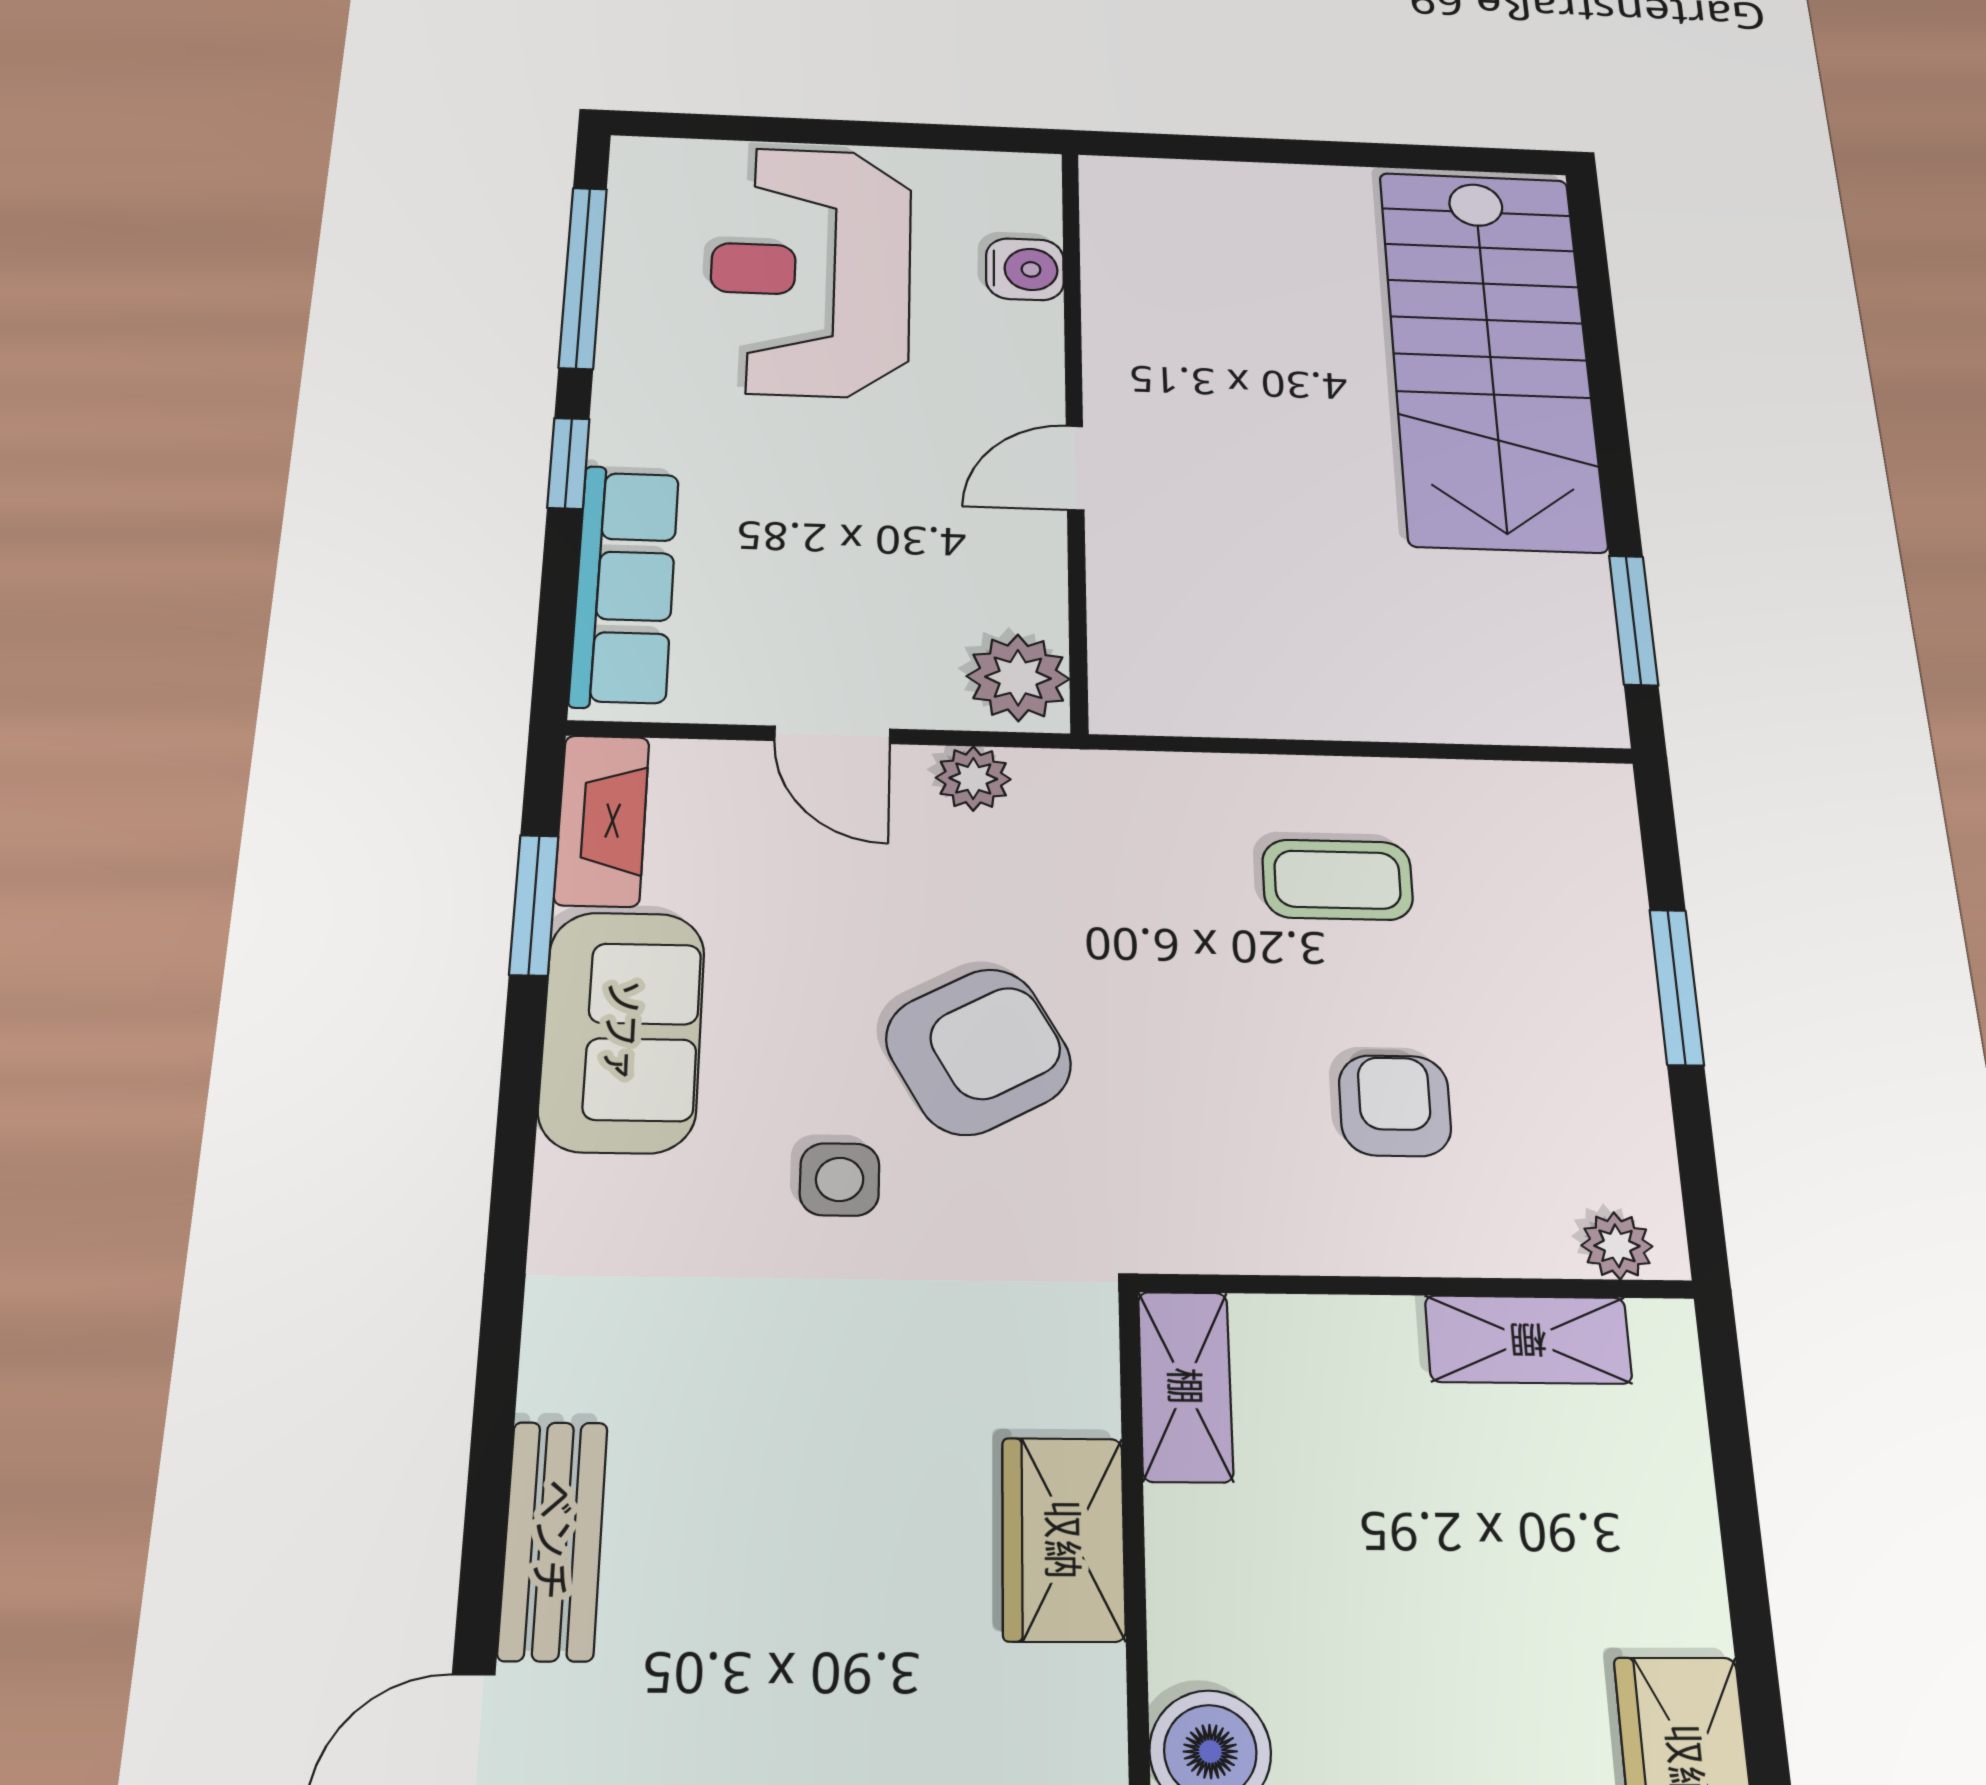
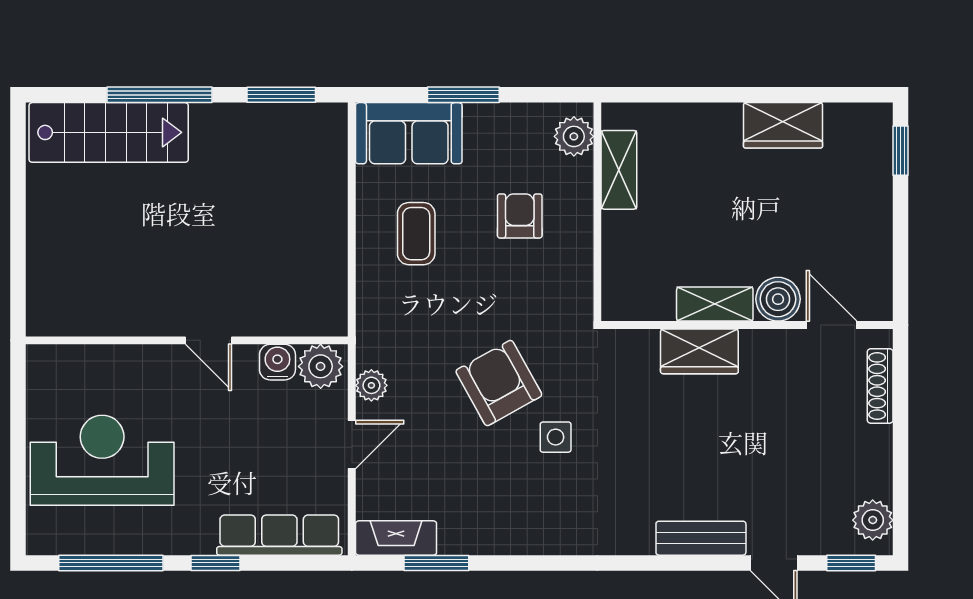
water cooler: (1025, 269) -> (277, 362), moved
reception desk: (811, 271) -> (102, 460), turned 180
stairs: (1490, 357) -> (109, 132), width x0.73, depth x0.66
window: (1608, 399) -> (160, 95), added
sofa: (622, 1031) -> (409, 133), moved, turned 180
armchair: (1395, 1106) -> (520, 216), turned 90
plant: (1617, 1246) -> (574, 136), width x1.38, depth x1.38
shelving: (1185, 1386) -> (715, 304), moved

